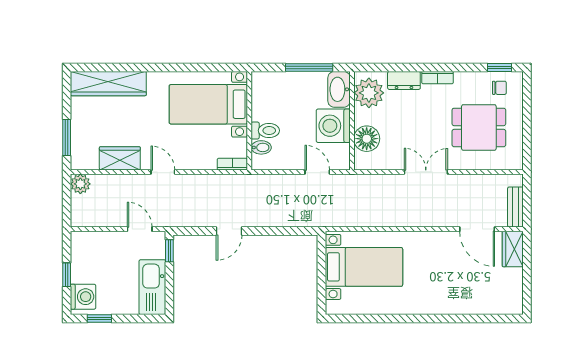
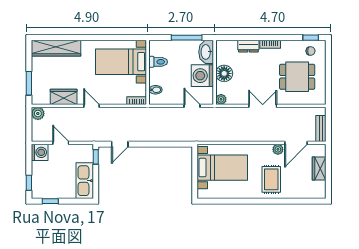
plant: (369, 93) -> (221, 99), moved, width x0.53, depth x0.53
toilet: (265, 131) -> (158, 62), moved
floor lamp: (367, 139) -> (224, 73), moved
door: (140, 229) -> (61, 143), moved
door: (477, 229) -> (296, 143), hinge flipped
door: (229, 231) -> (120, 144), moved
plant: (449, 239) -> (278, 149), added
wardrobe: (513, 249) -> (319, 168), moved
window: (67, 275) -> (29, 183), moved
rug: (439, 285) -> (271, 179), added
washing machine: (83, 297) -> (40, 152), moved

